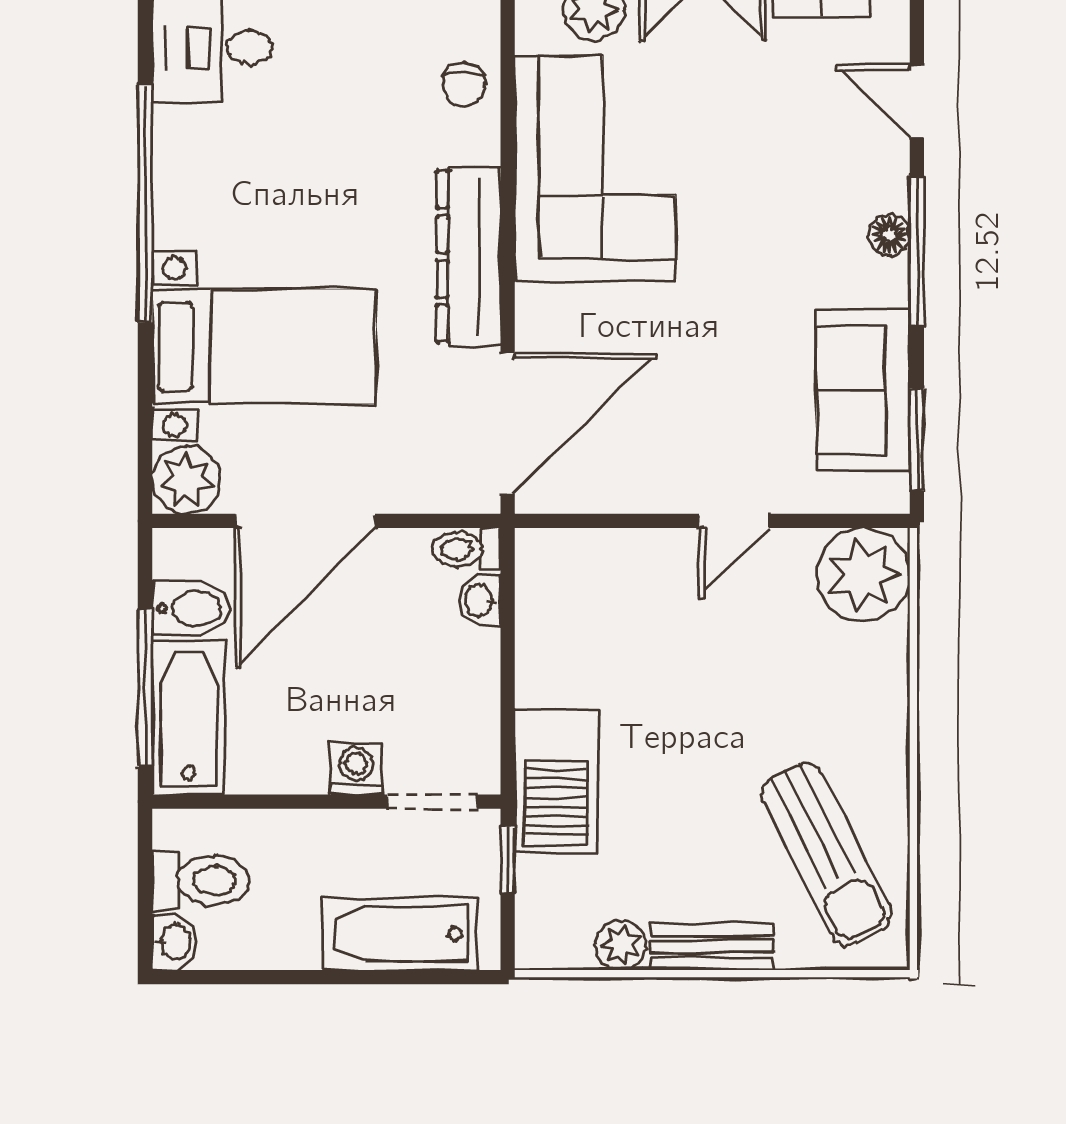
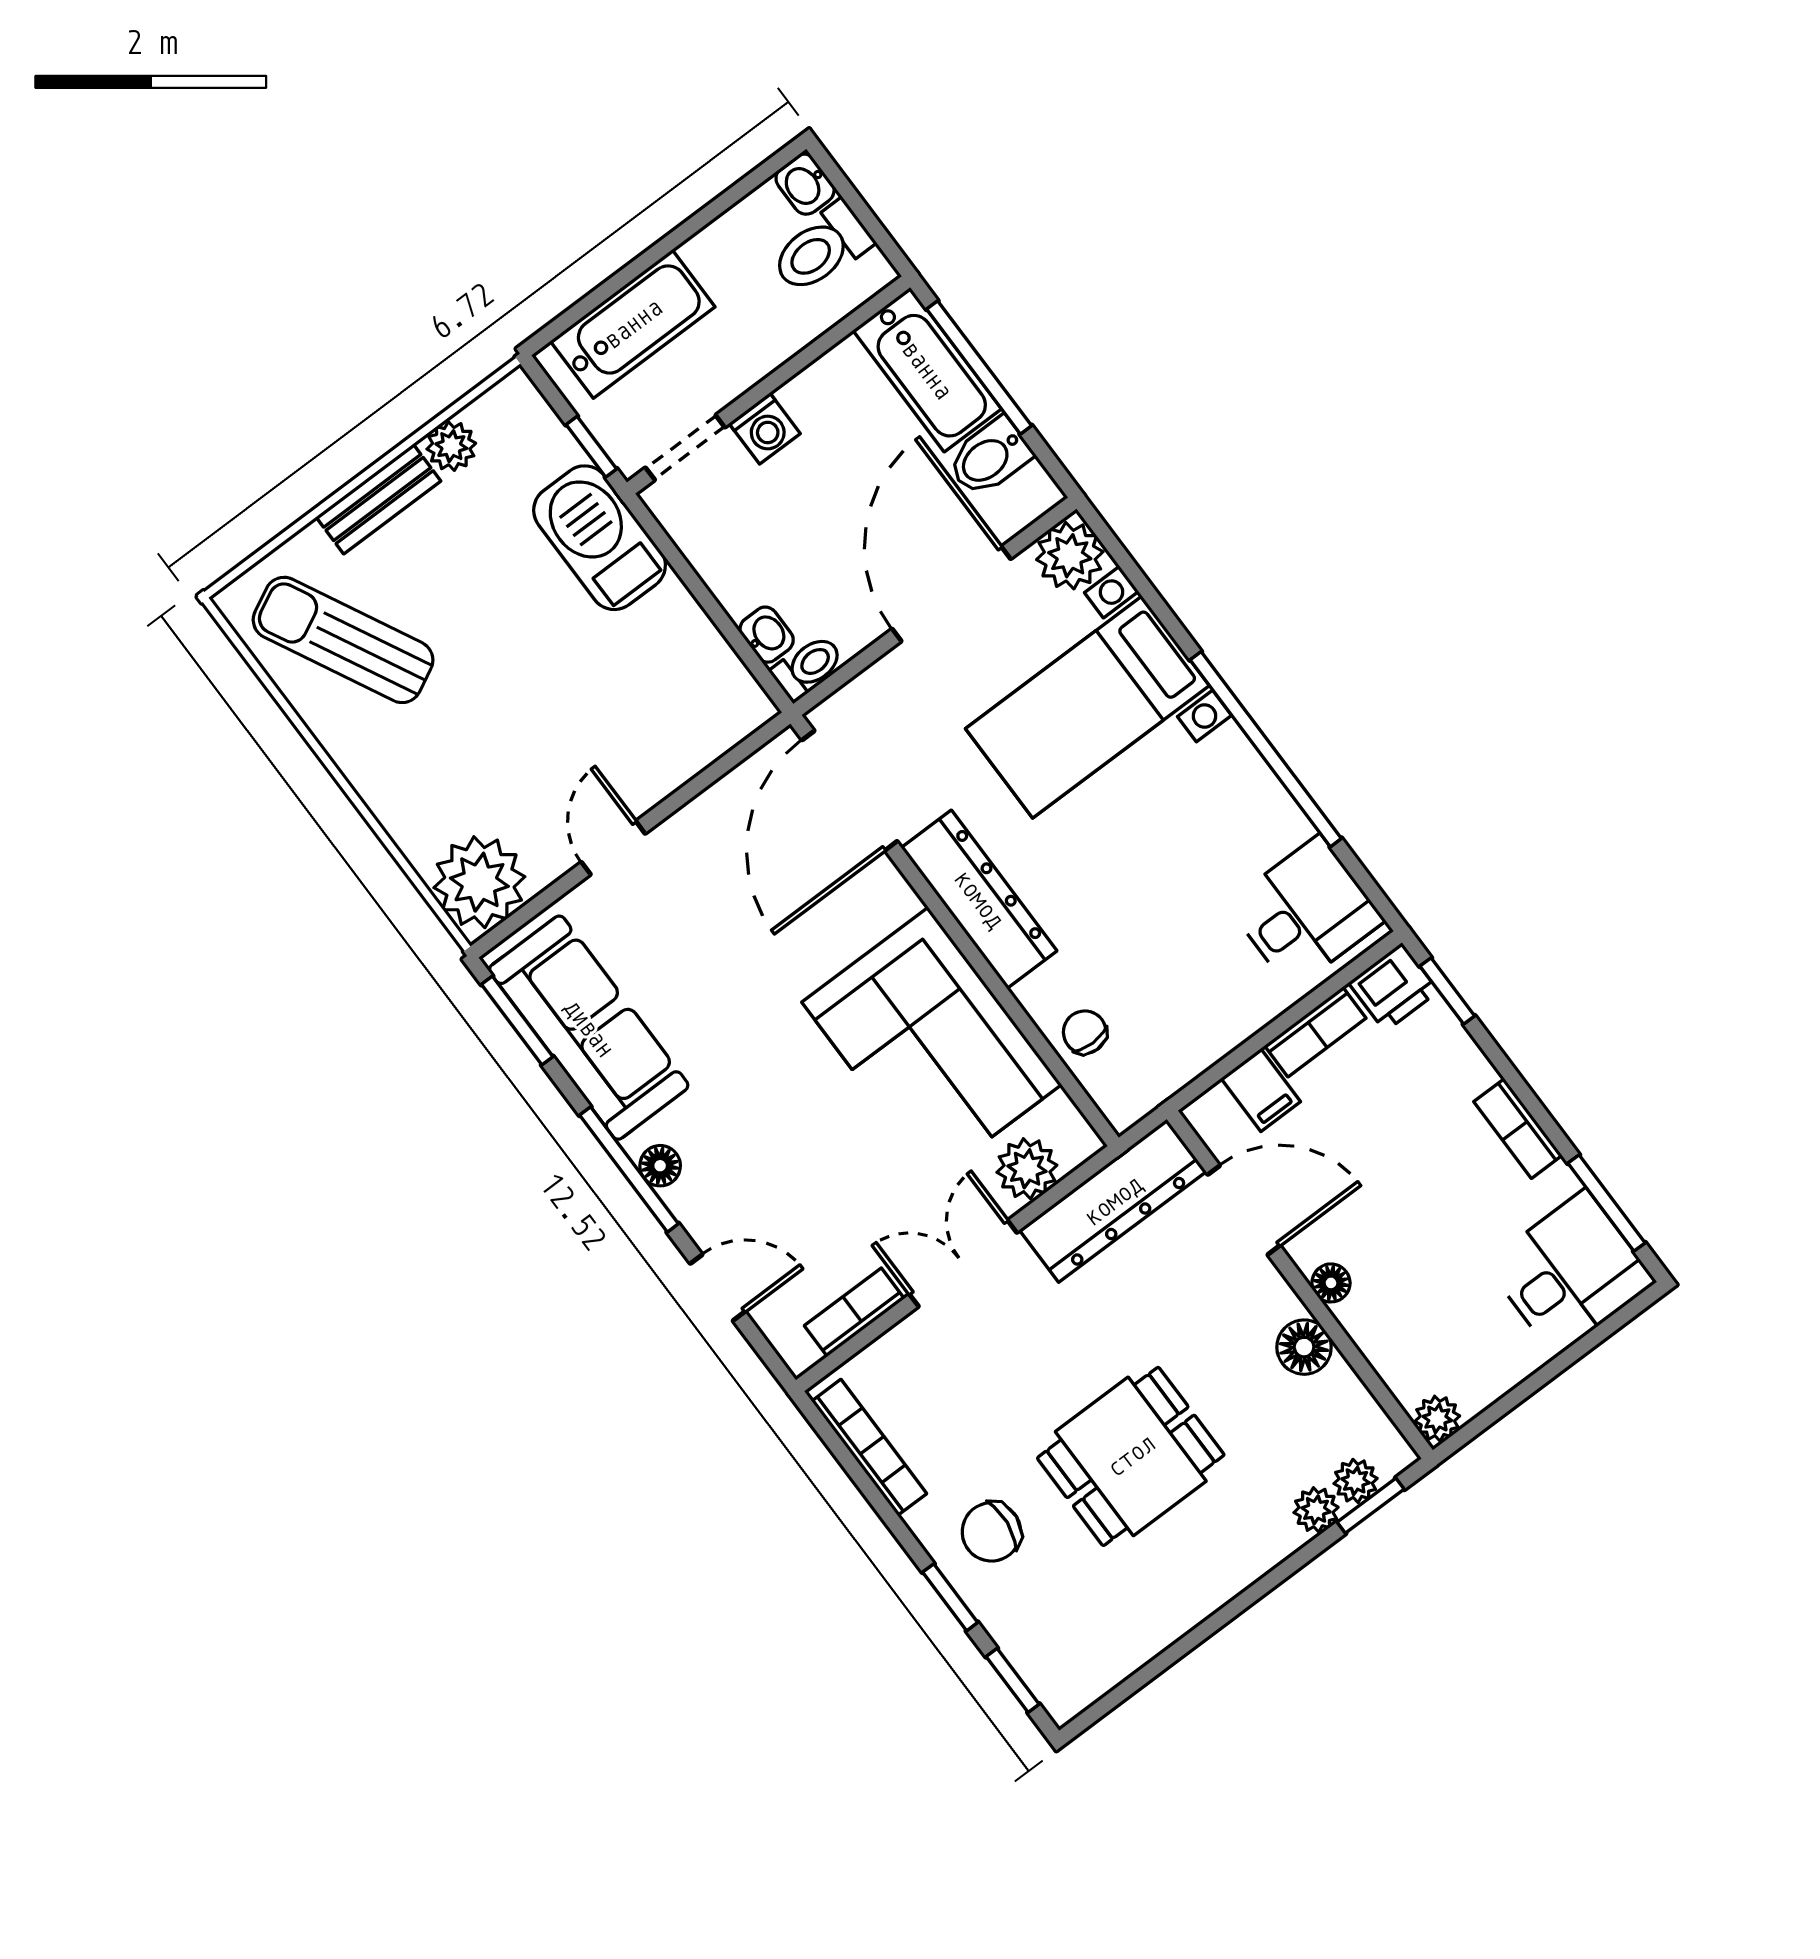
sofa: (863, 390) -> (589, 1028), width x1.36

